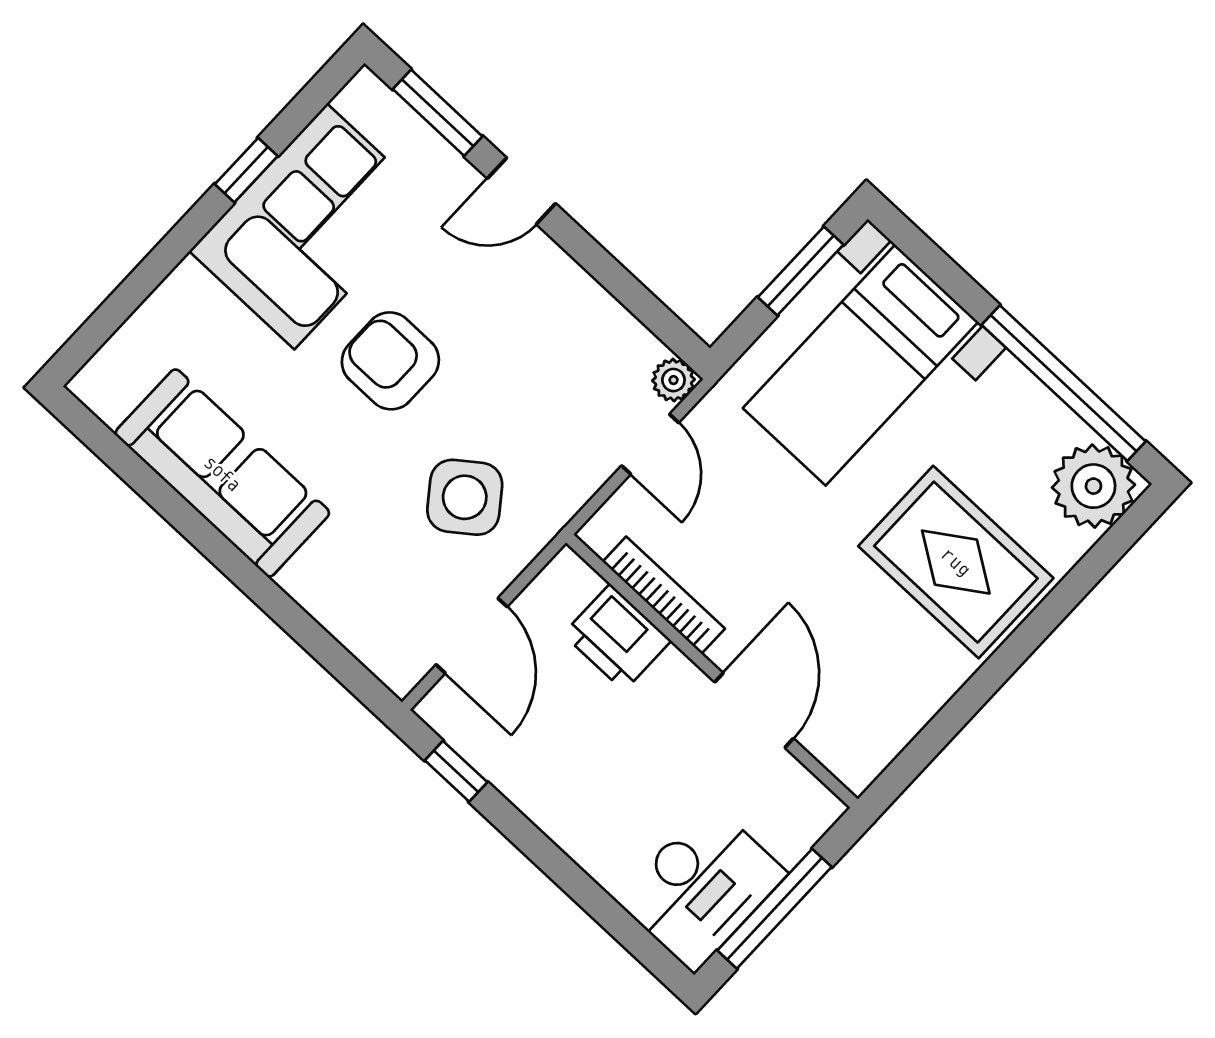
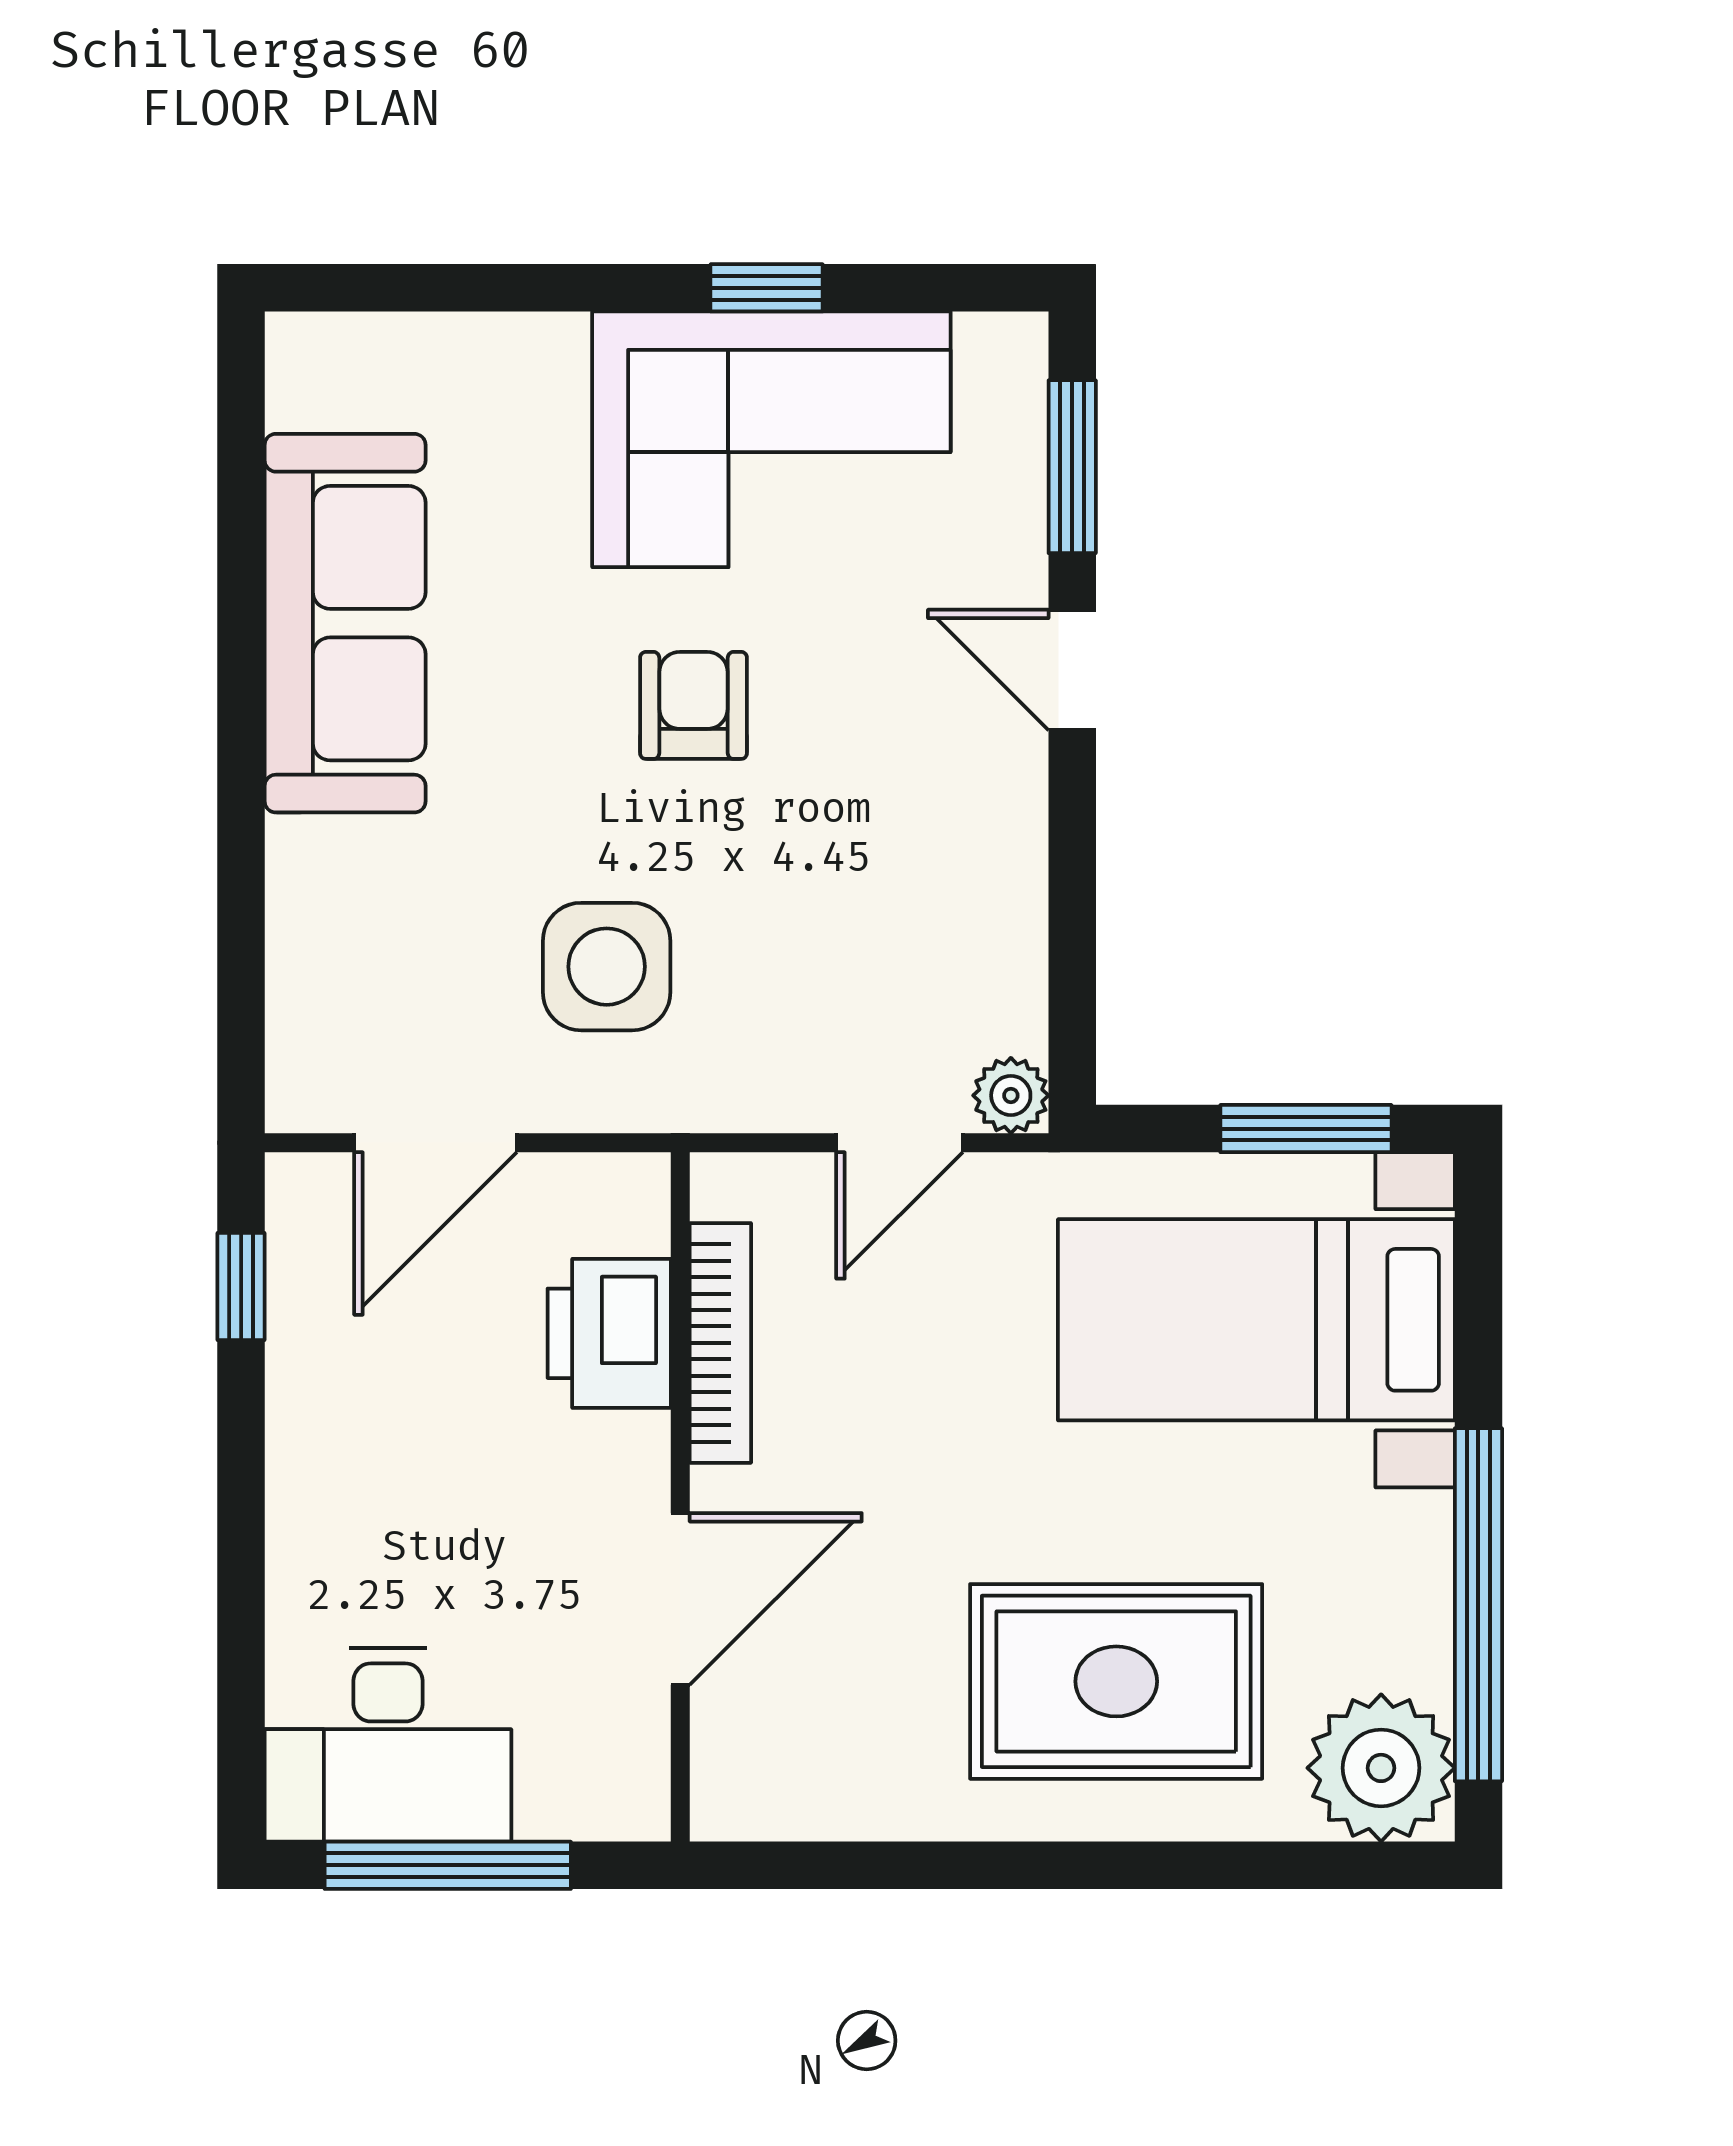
armchair: (390, 361) -> (694, 705), width x0.72, depth x0.72
side table: (465, 497) -> (607, 967), turned 37
rug: (956, 562) -> (1116, 1681), turned 90

